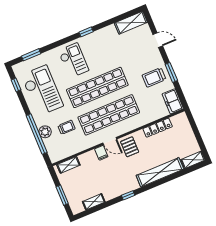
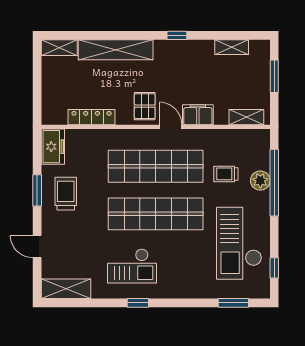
checkout: (73, 60) -> (132, 266), moved, turned -90
trolley: (154, 77) -> (66, 194), turned -90
filing cabinet: (101, 153) -> (198, 115), width x2.00

